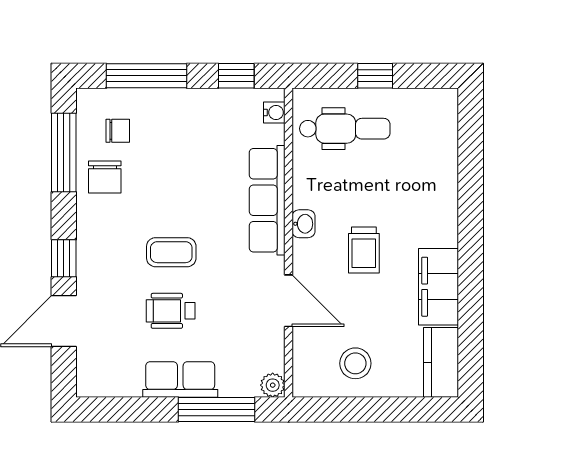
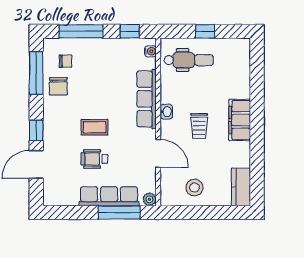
filing cabinet: (439, 287) -> (240, 120), moved
row of seats: (180, 380) -> (109, 196), width x1.48

